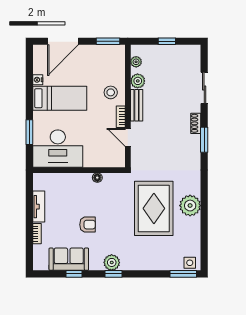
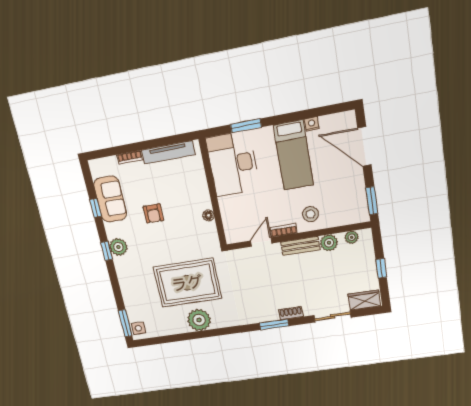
wardrobe: (193, 59) -> (364, 300), added
tv unit: (39, 207) -> (168, 152), width x1.41

